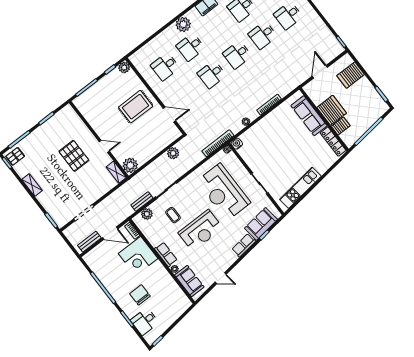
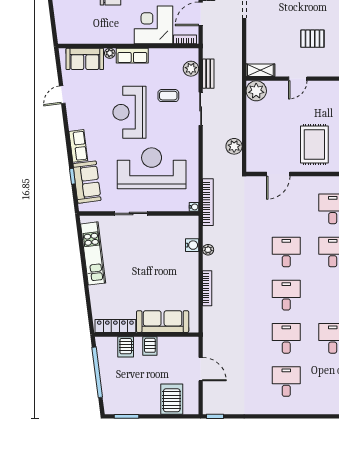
server rack: (332, 110) -> (150, 346), width x0.46, depth x0.70
water cooler: (237, 144) -> (192, 245), moved
pallet: (74, 156) -> (312, 39), width x0.67, depth x0.71

